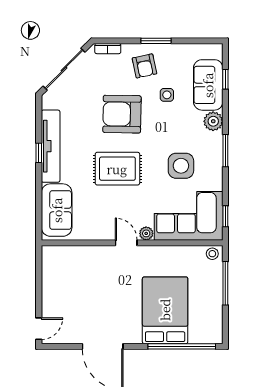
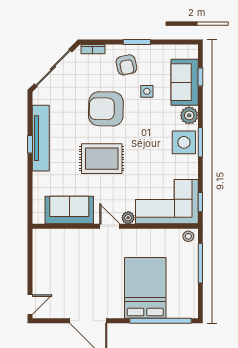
side table: (181, 166) -> (184, 142), moved
sofa: (57, 210) -> (69, 210), moved, turned -90

